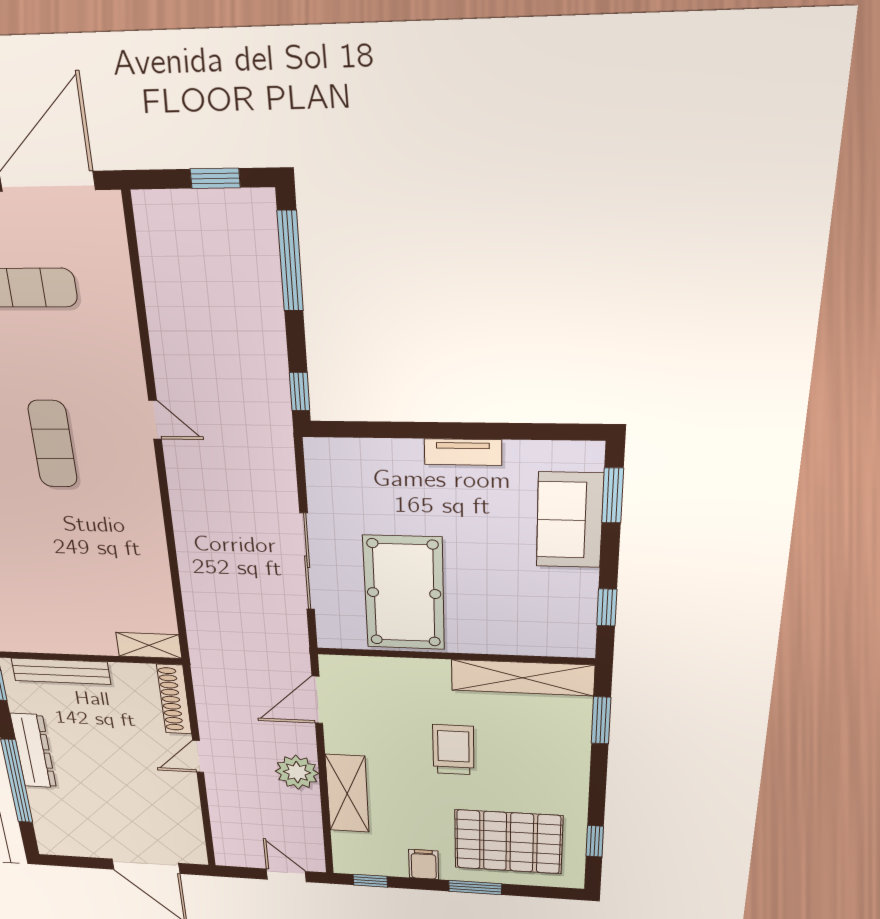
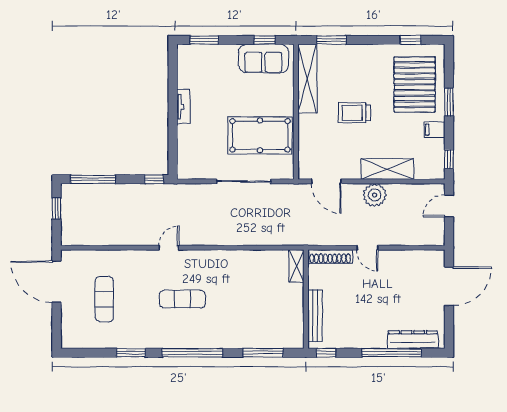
sofa: (570, 520) -> (263, 59), moved
dresser: (33, 751) -> (413, 340), moved

